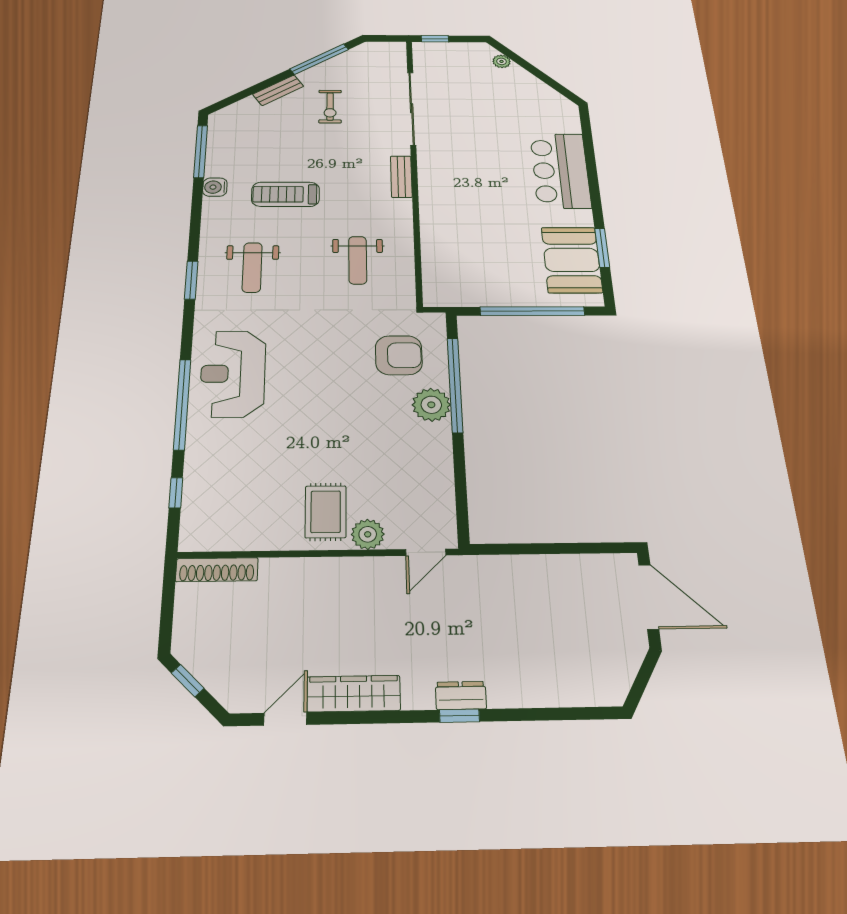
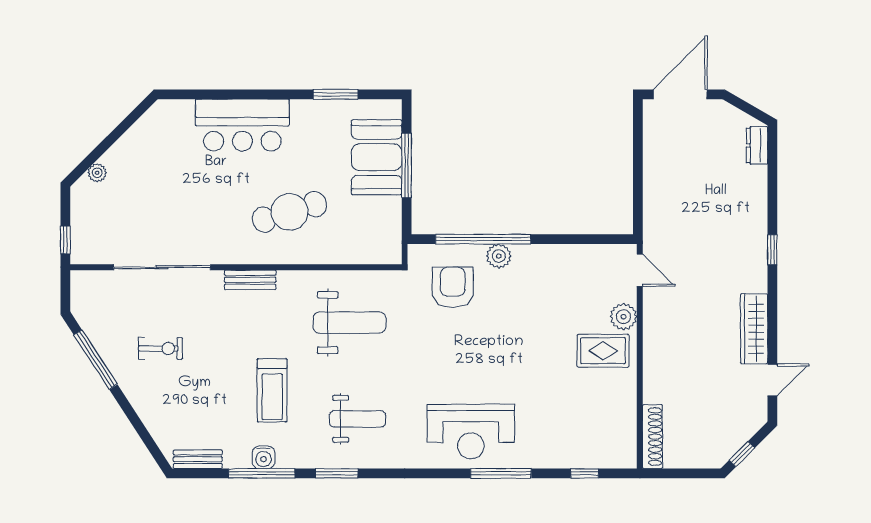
bench: (278, 90) -> (198, 459), moved, turned -57
window: (201, 151) -> (262, 473), moved
cafe table: (474, 209) -> (289, 212), added
weight bench: (358, 260) -> (349, 323), width x1.36, depth x1.33
booth: (572, 260) -> (377, 157), moved, turned 90
window: (191, 280) -> (337, 473), moved
window: (532, 311) -> (407, 165), width x0.68
window: (182, 404) -> (501, 473), width x0.68
plant: (431, 405) -> (499, 256), width x0.73, depth x0.73
dresser: (461, 695) -> (757, 145), moved
door: (285, 719) -> (772, 380), swing flipped

